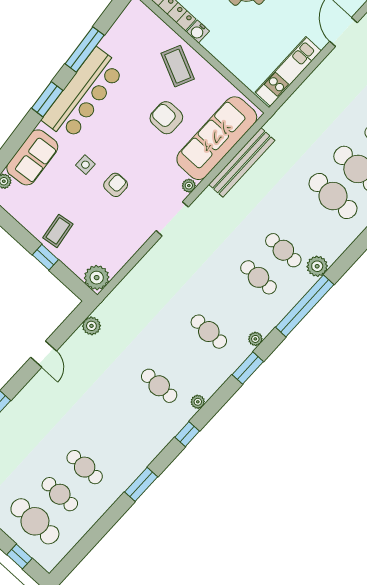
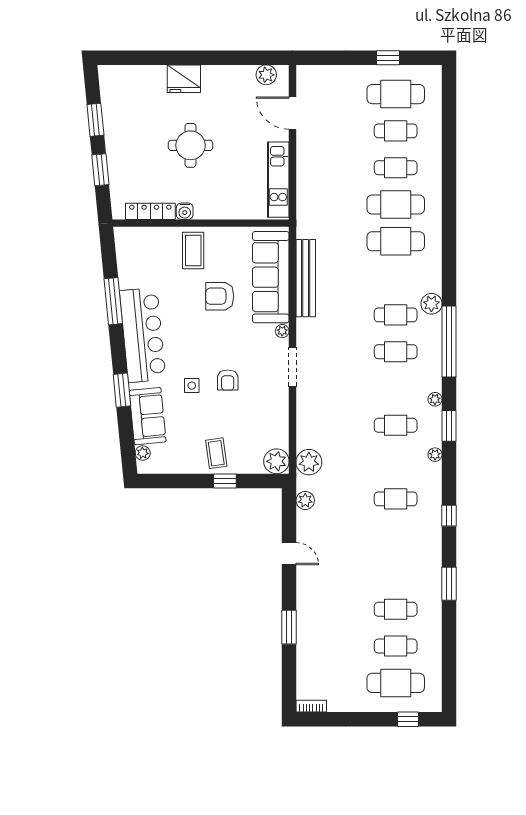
coffee table: (178, 66) -> (193, 251), turned 65
window: (47, 99) -> (122, 390), moved
armchair: (116, 185) -> (228, 380), turned 180
plant: (120, 300) -> (309, 462), added
plant: (198, 402) -> (435, 455), moved

